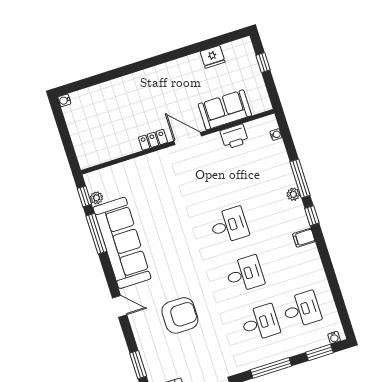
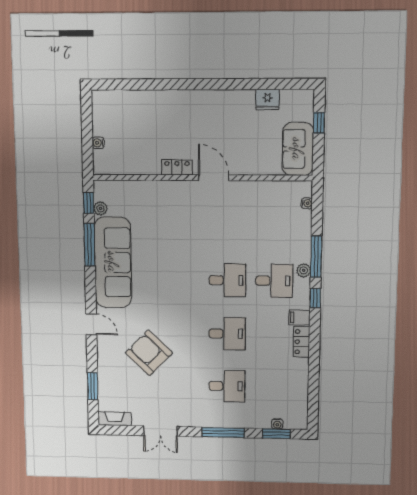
water cooler: (64, 100) -> (98, 143), moved
sofa: (225, 110) -> (298, 149), moved, turned -90
printer: (234, 137) -> (263, 191), removed
locker: (313, 259) -> (301, 342), added
desk: (302, 309) -> (274, 281), moved
armchair: (180, 315) -> (149, 353), turned -136
water cooler: (334, 337) -> (277, 424), moved

